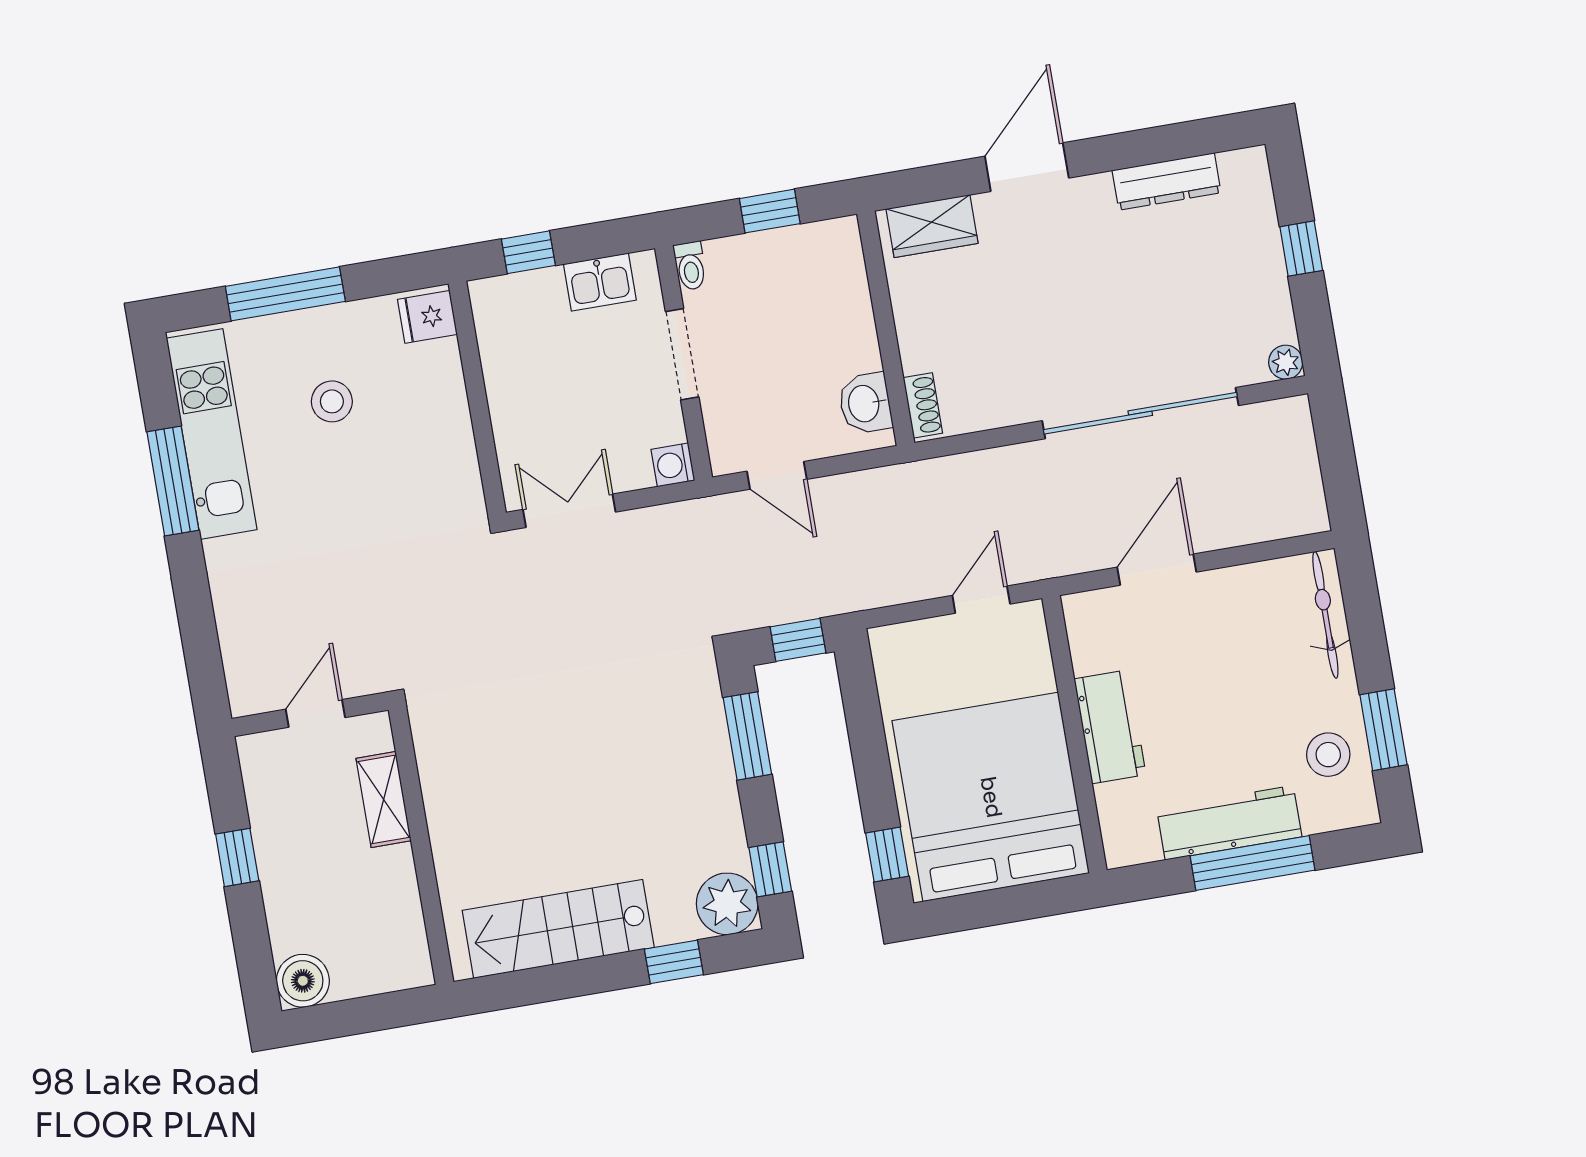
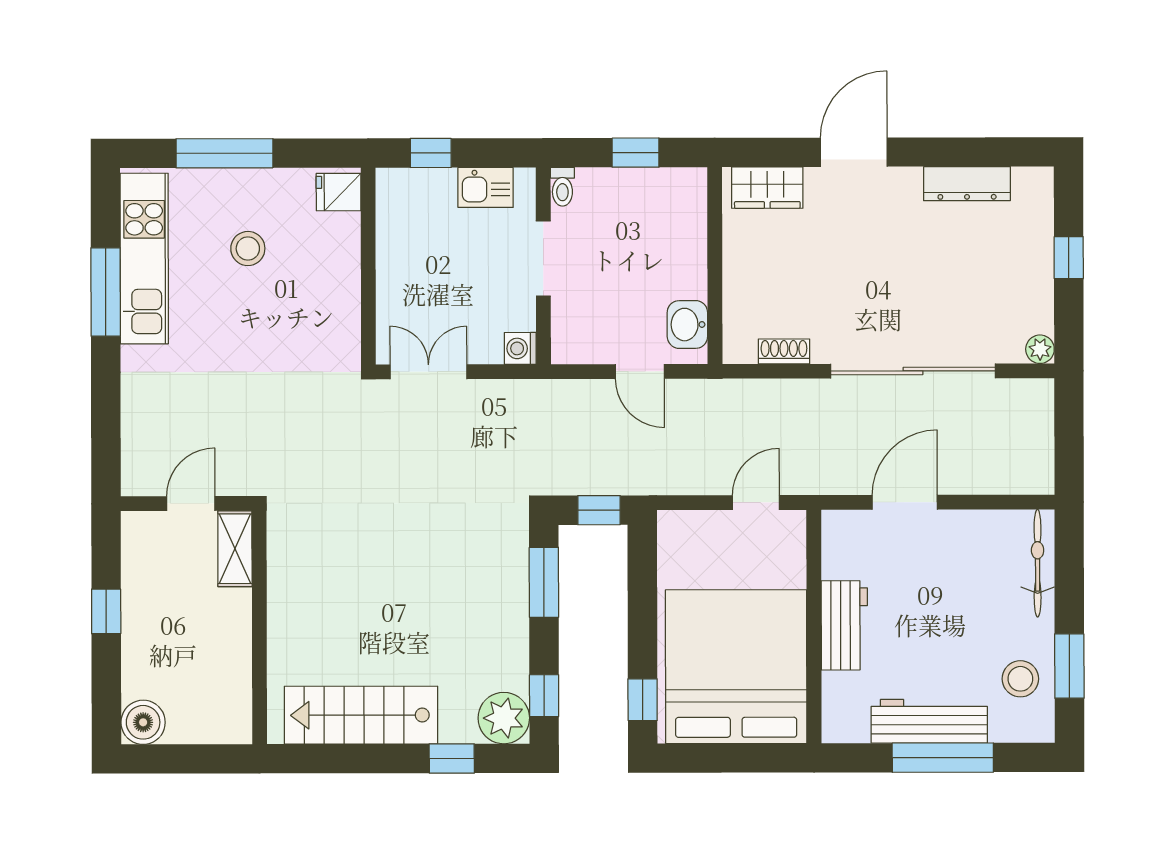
shoe rack: (923, 405) -> (784, 351), moved, turned -90
door: (777, 475) -> (640, 371), moved
shelving: (384, 799) -> (235, 549), moved

